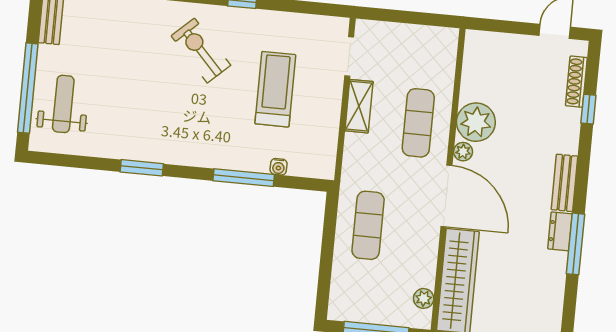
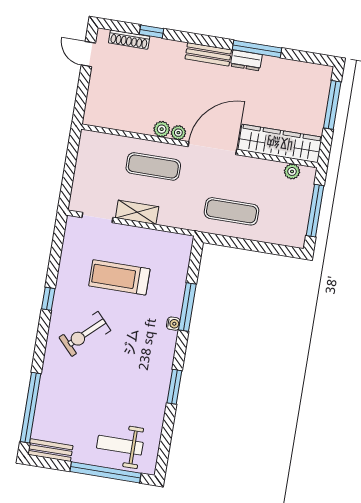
plant: (476, 122) -> (162, 129), width x0.53, depth x0.53
water cooler: (279, 167) -> (173, 324), moved

